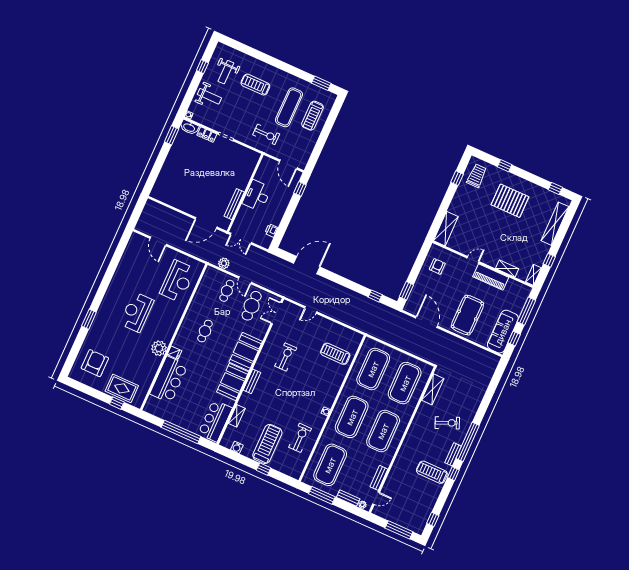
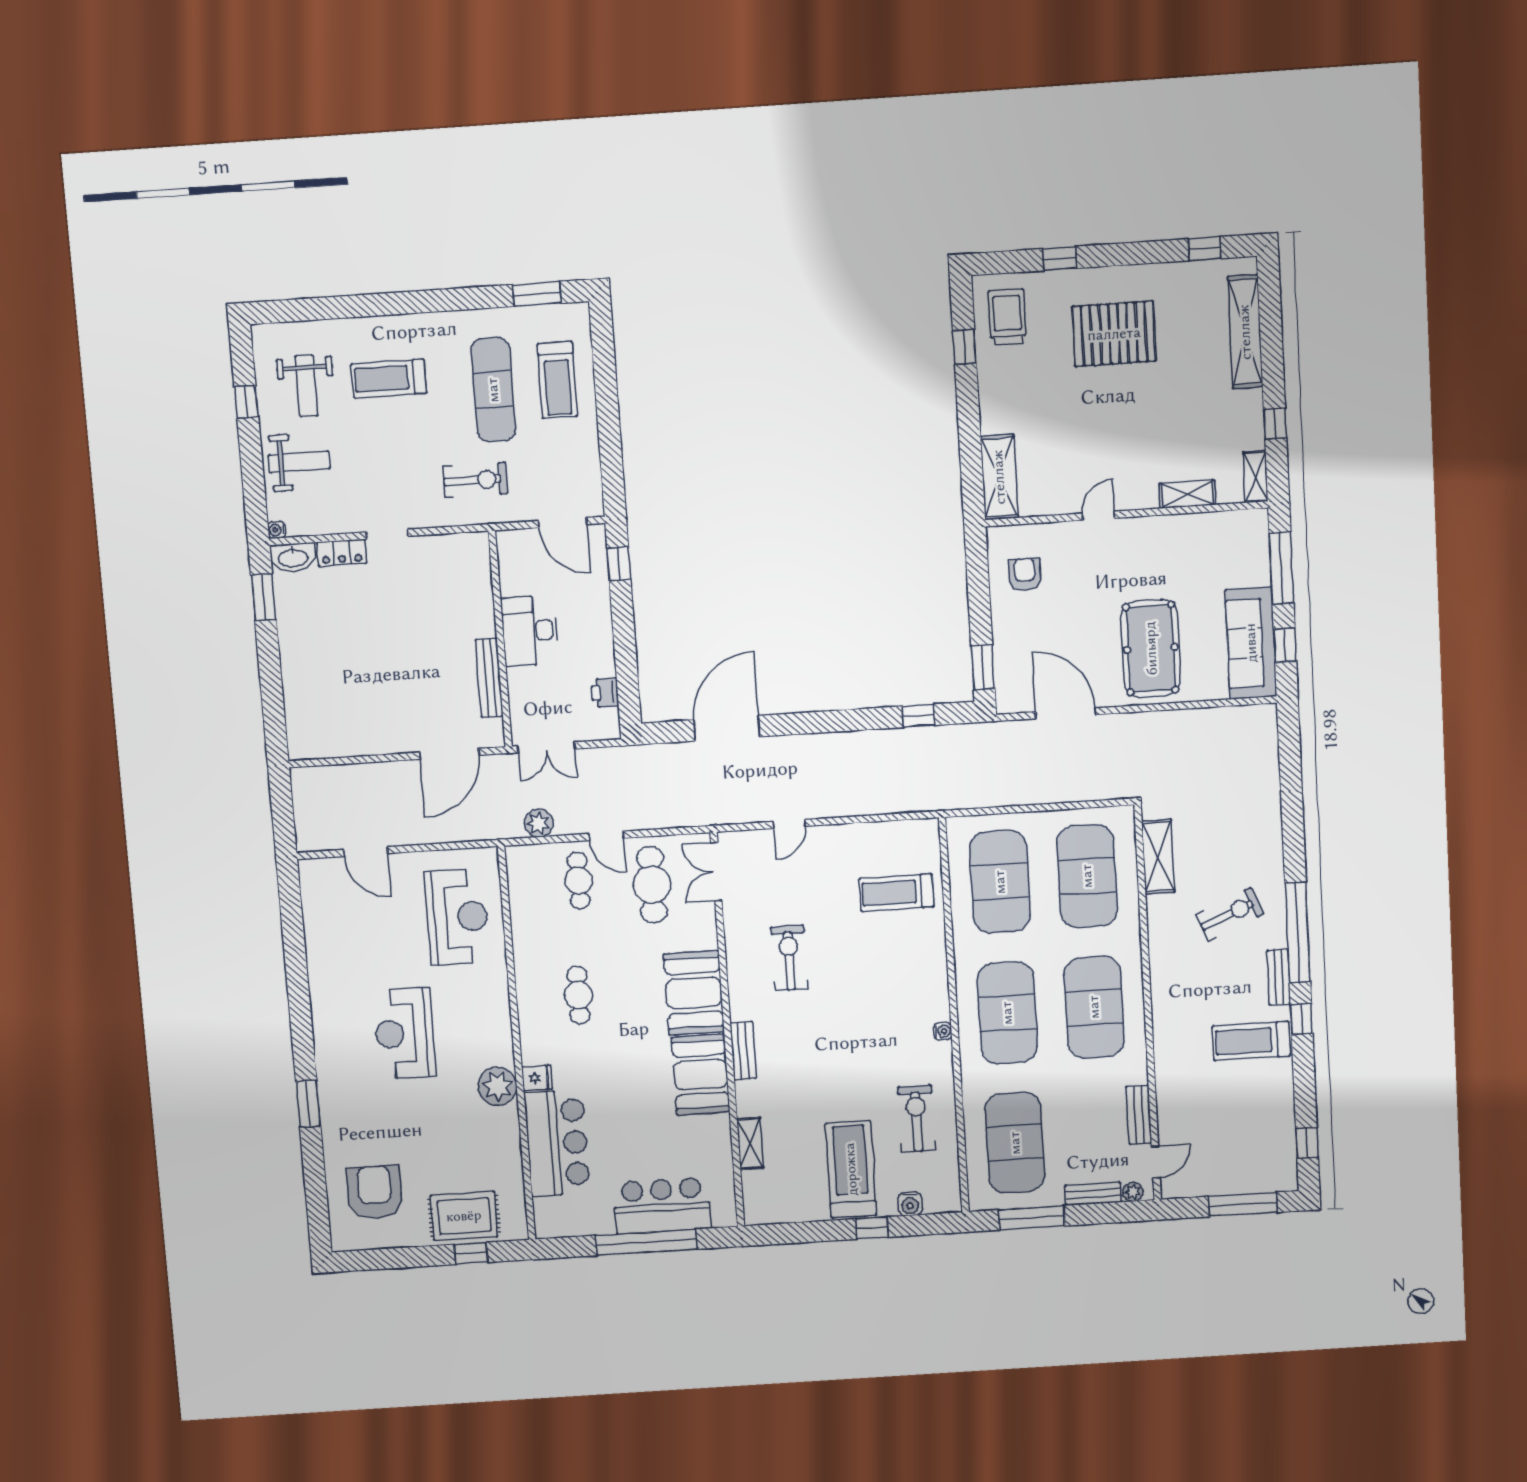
piano: (491, 277) -> (1159, 534), removed
bar counter: (215, 421) -> (662, 1206), moved, turned 90
water cooler: (237, 447) -> (910, 1204), moved

